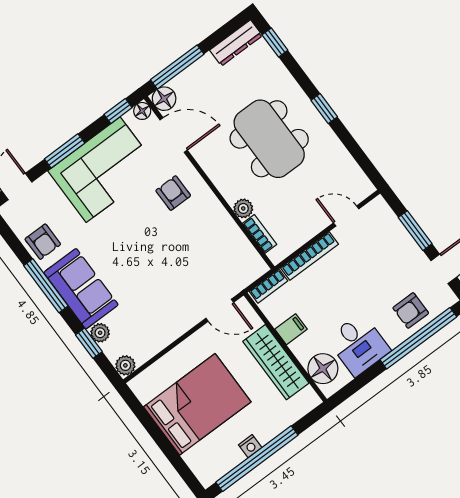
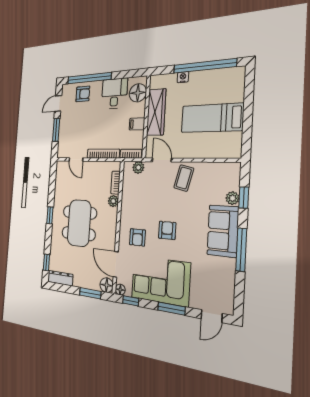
window: (177, 67) -> (90, 293), width x0.69
armchair: (43, 242) -> (167, 230), moved
coffee table: (174, 311) -> (184, 178), added
plant: (125, 365) -> (138, 168), moved
bed: (197, 404) -> (212, 118), width x0.67
nightstand: (250, 446) -> (183, 77), moved

